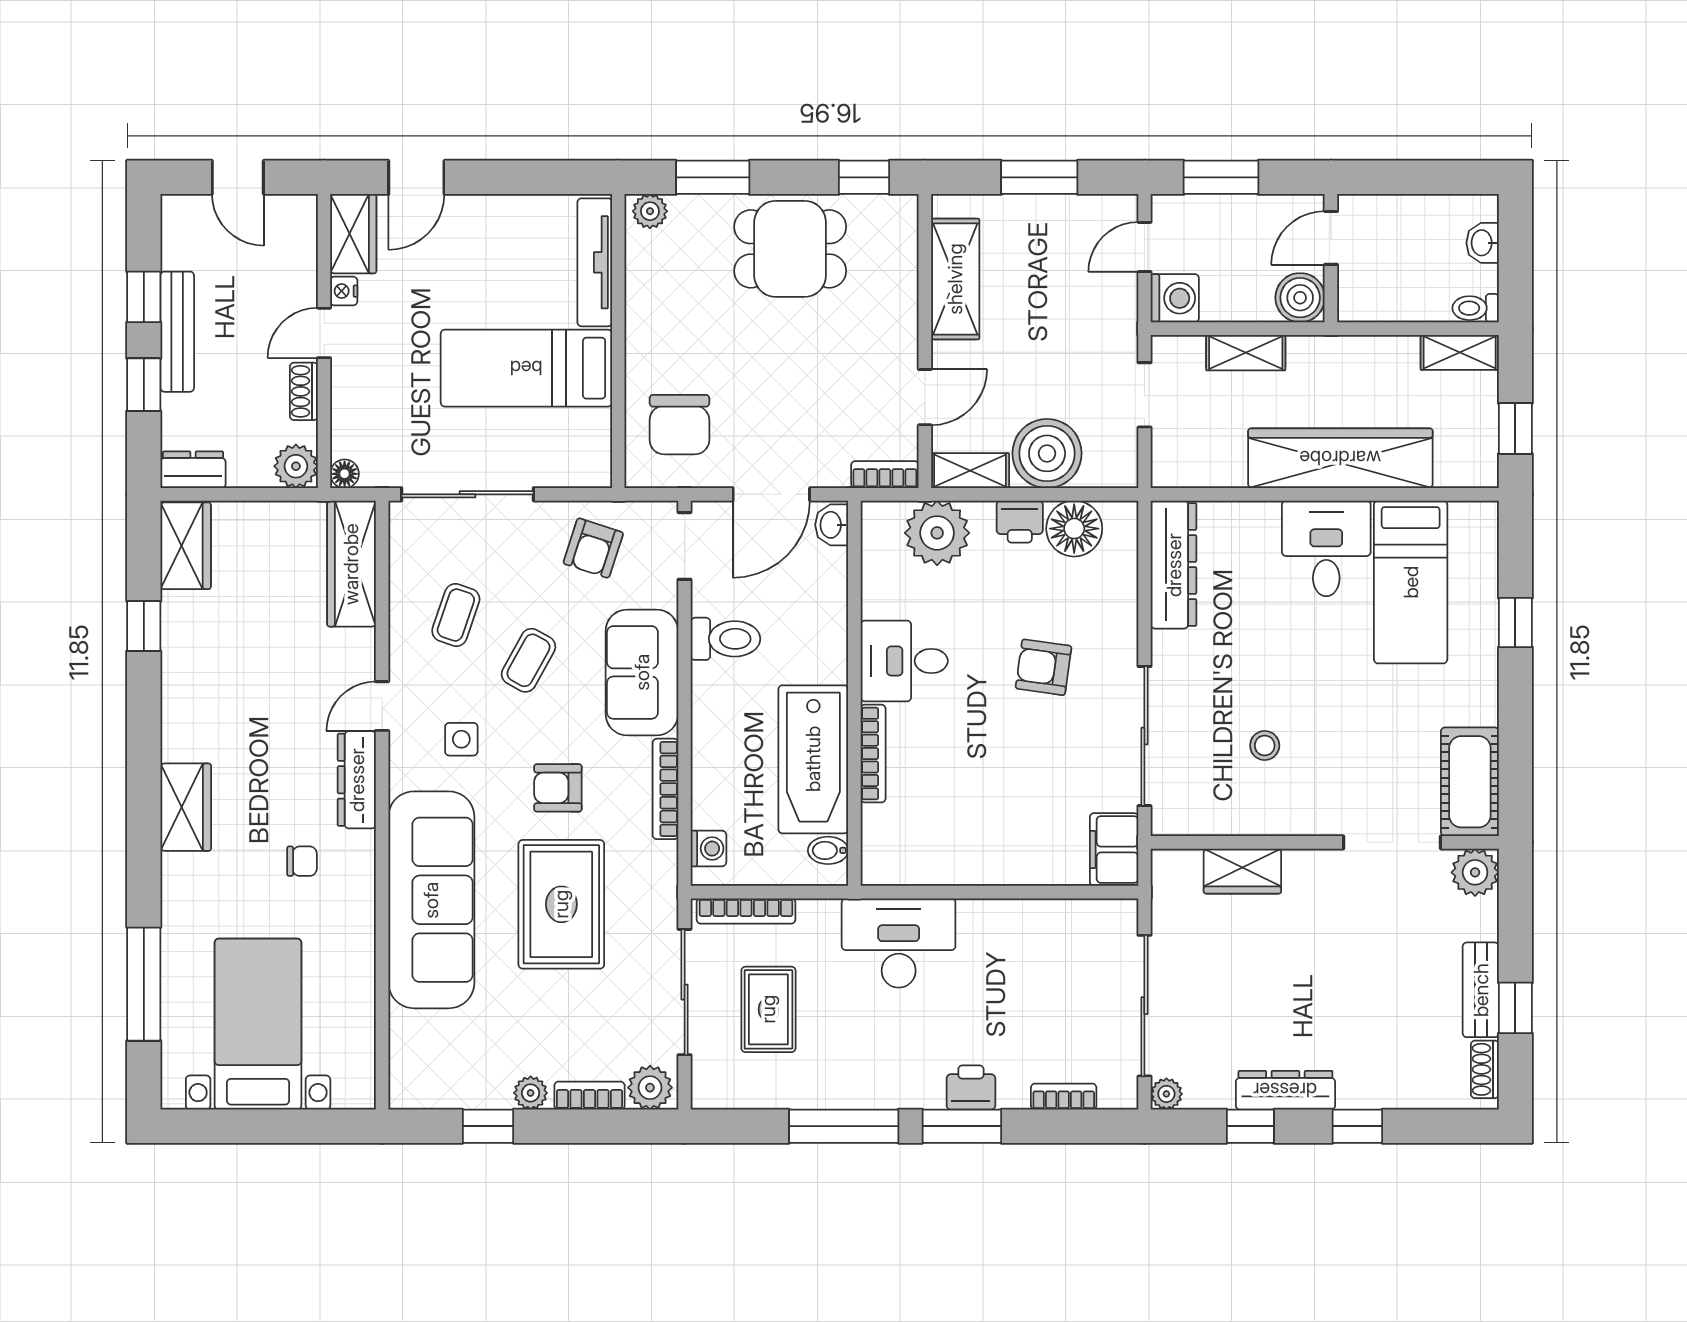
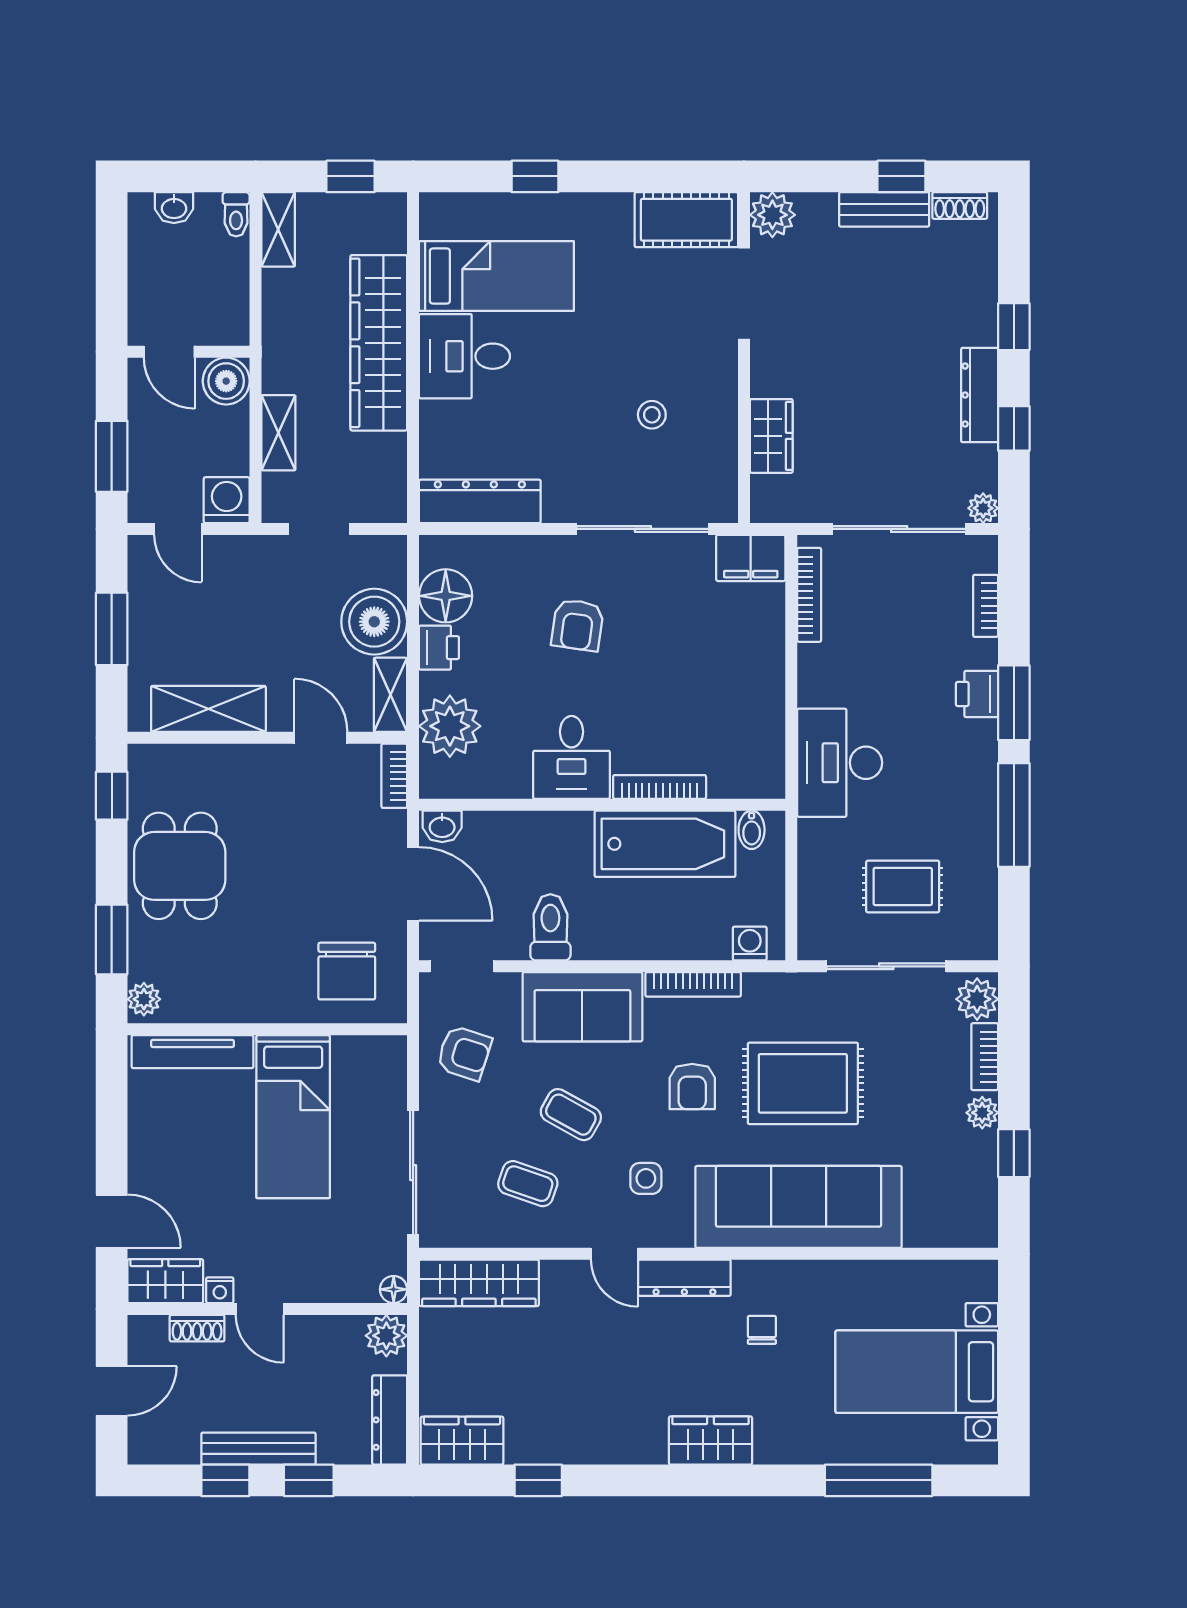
shoe rack: (304, 391) -> (197, 1328), moved
chair: (679, 425) -> (347, 971), turned 90
dresser: (193, 470) -> (390, 1420), width x1.44
bookcase: (746, 911) -> (809, 595), moved

